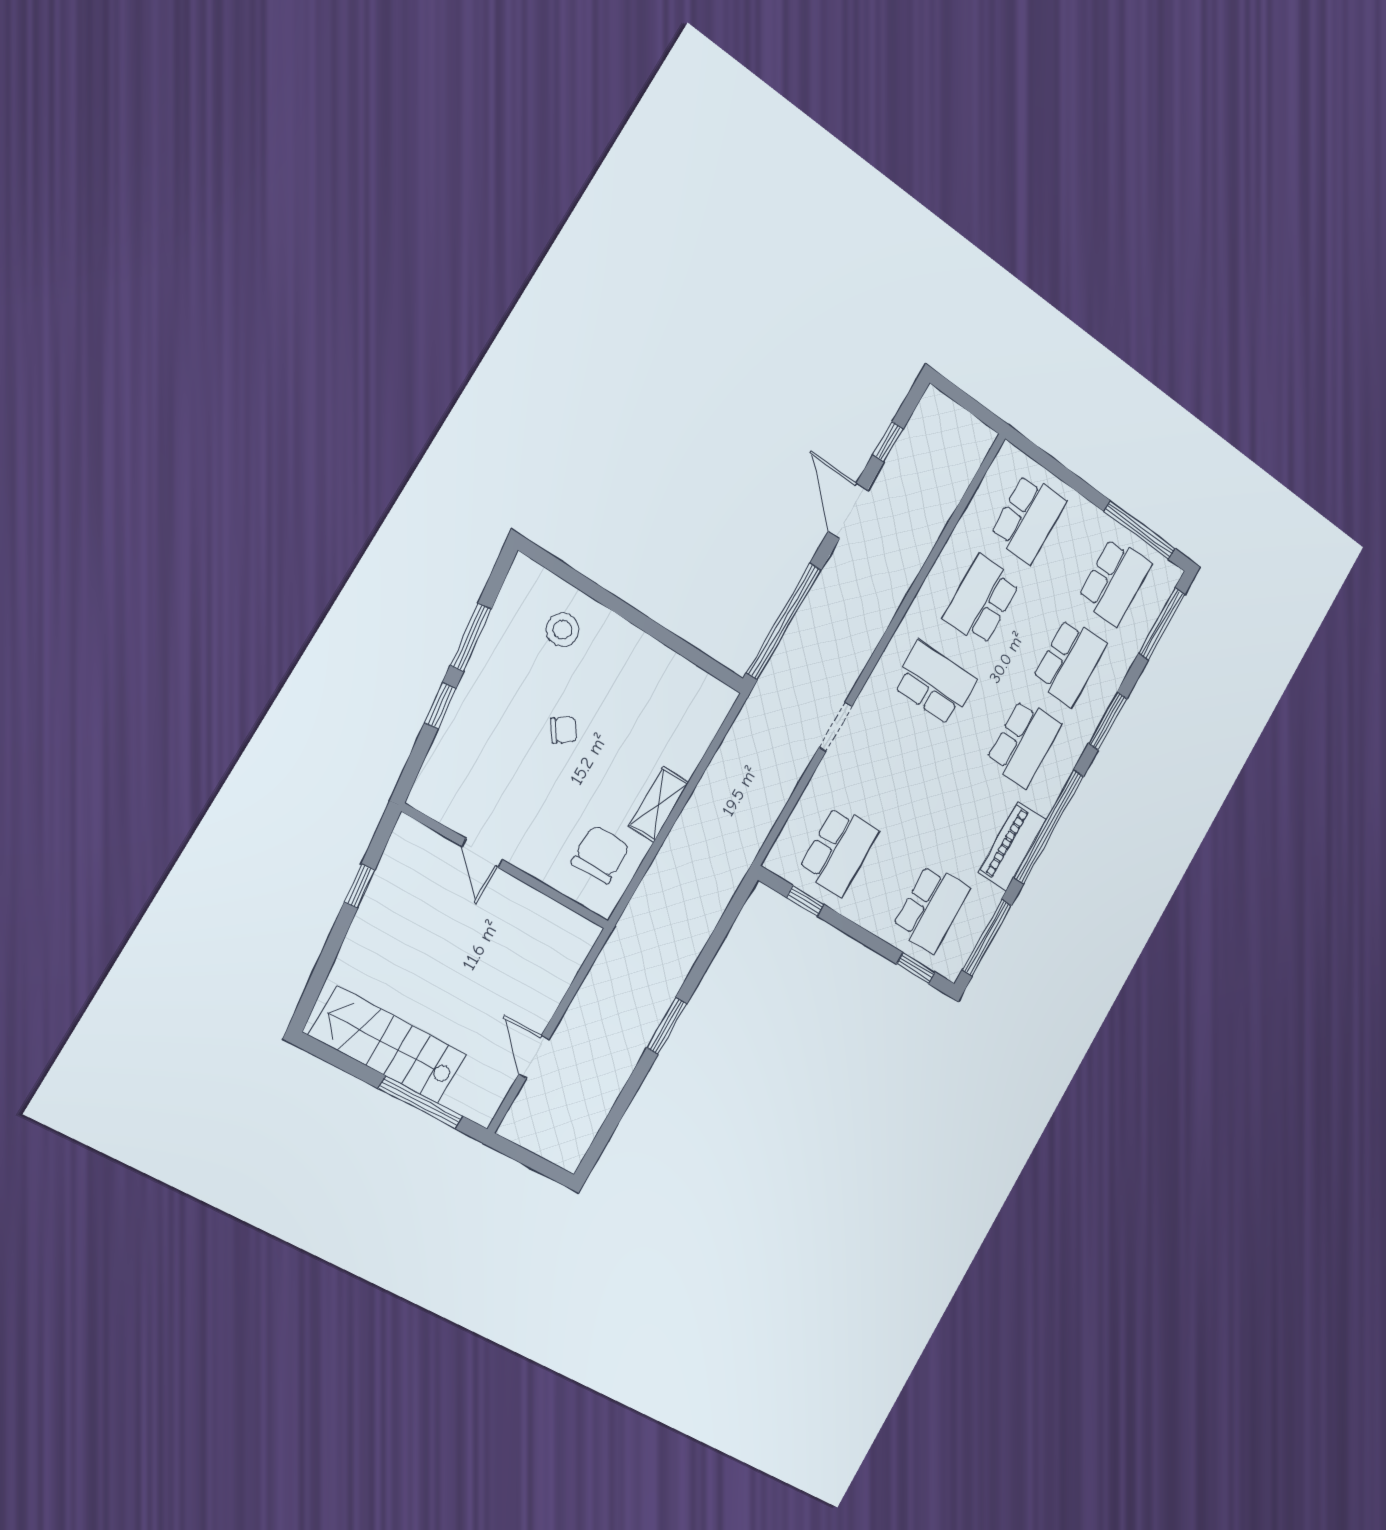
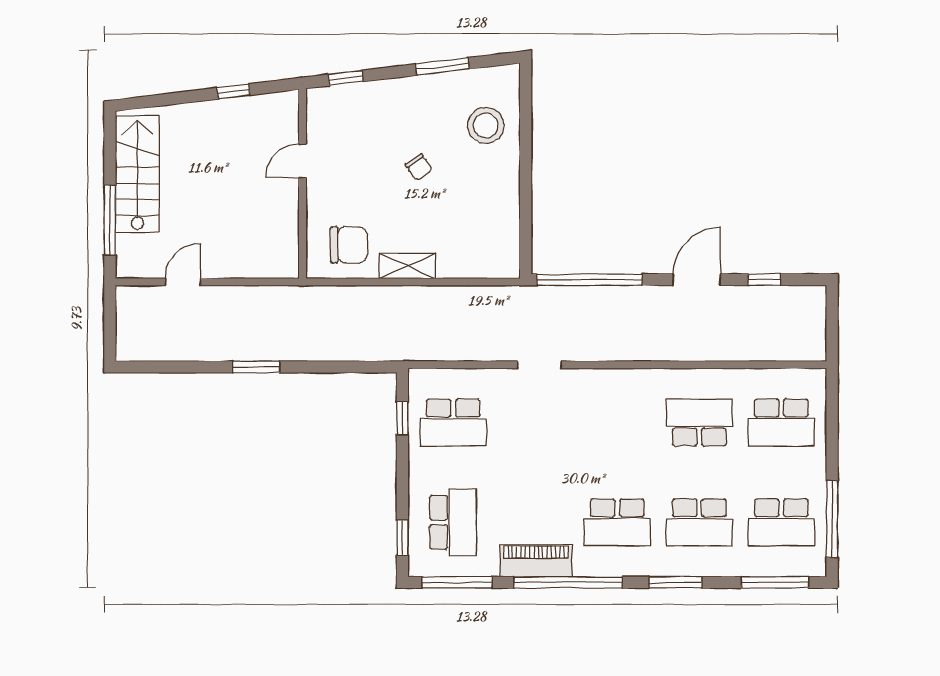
stool: (562, 630) -> (486, 125), width x1.38, depth x1.38
school desk: (935, 683) -> (617, 422), removed
window: (440, 706) -> (346, 78), moved
school desk: (931, 908) -> (453, 522), turned -90

